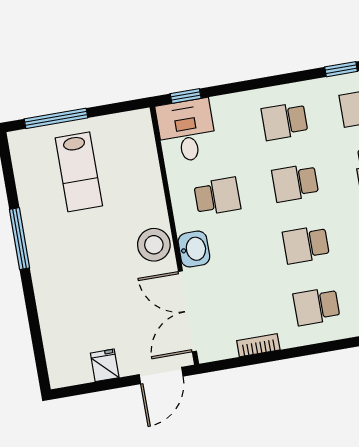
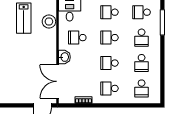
school desk: (217, 196) -> (77, 38), turned 180
stool: (154, 245) -> (49, 22), moved
fridge: (105, 365) -> (21, 97), removed

